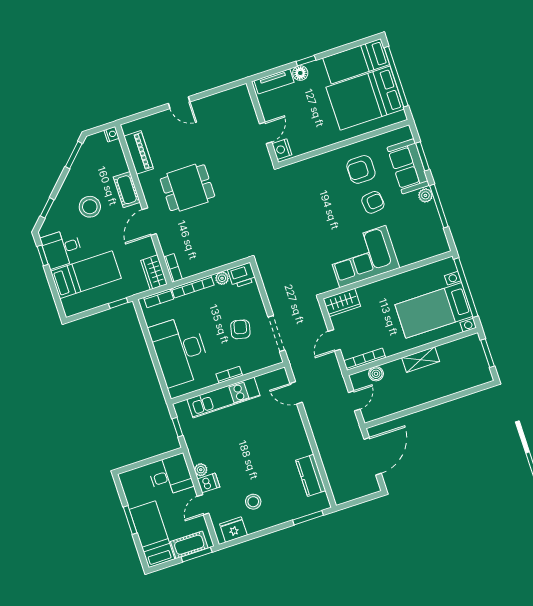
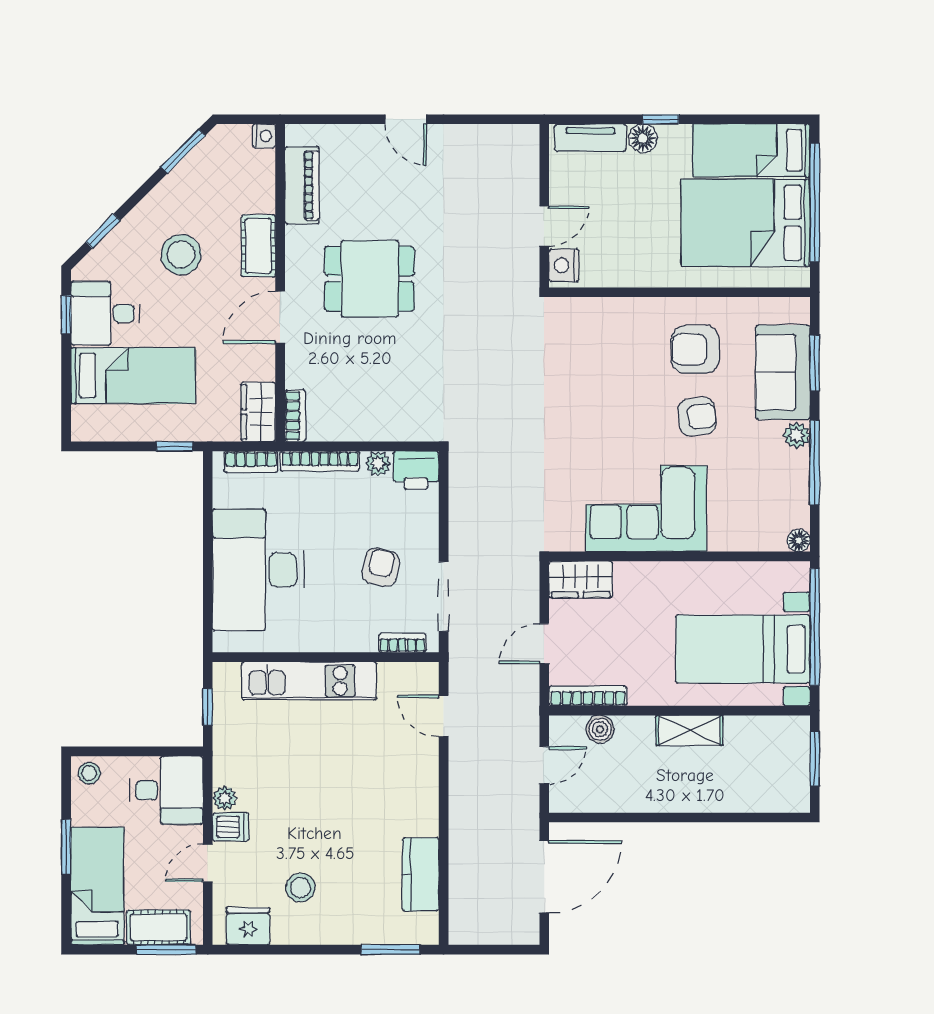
floor lamp: (444, 247) -> (799, 540), added
bookcase: (229, 375) -> (402, 643), moved
stool: (129, 480) -> (89, 773), added

